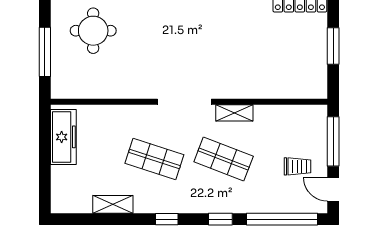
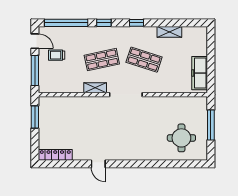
window: (333, 46) -> (35, 117), moved
shop shelf: (224, 159) -> (102, 60), turned -33

